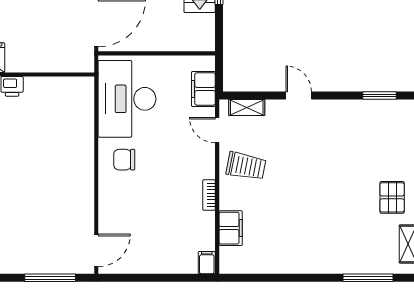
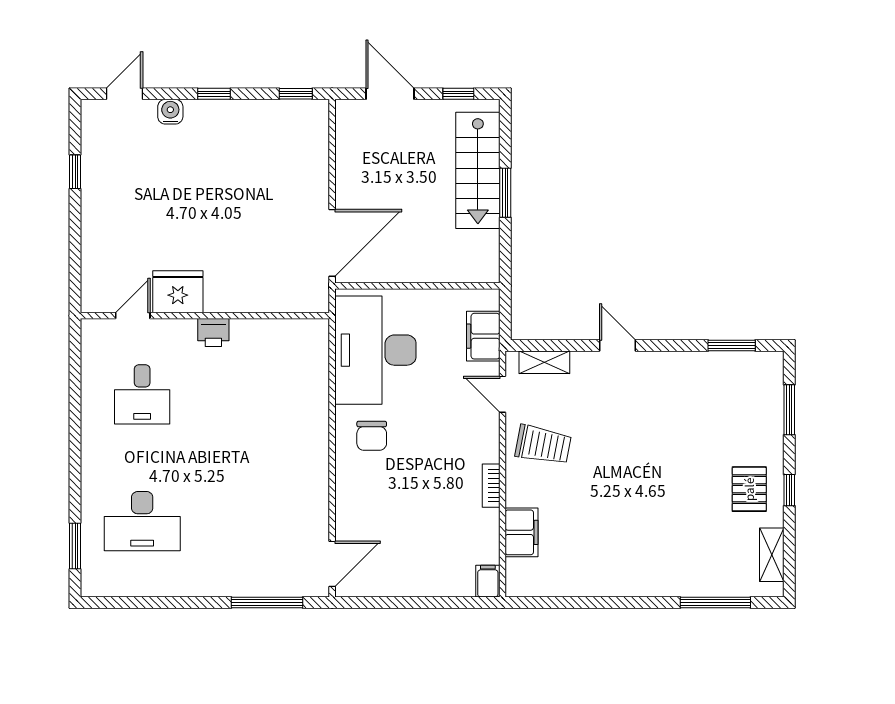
chair: (124, 160) -> (372, 436), turned -90

